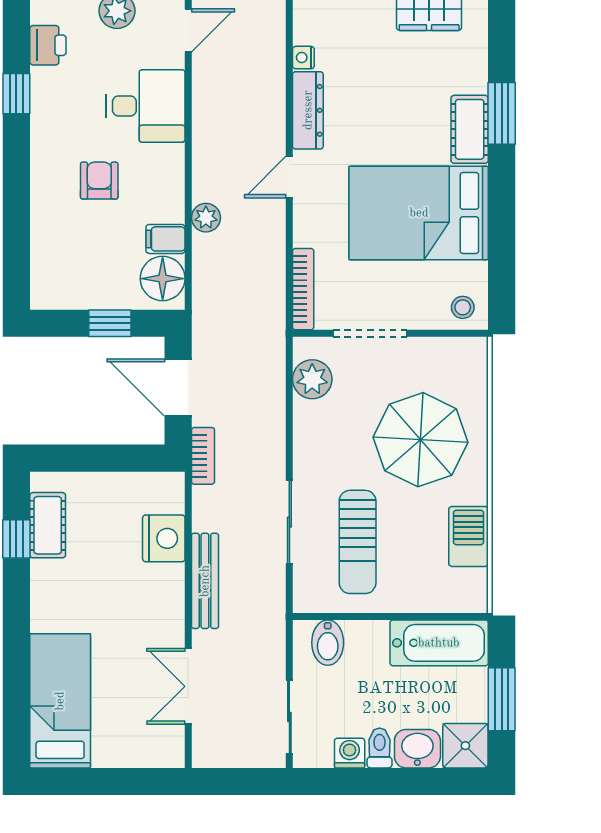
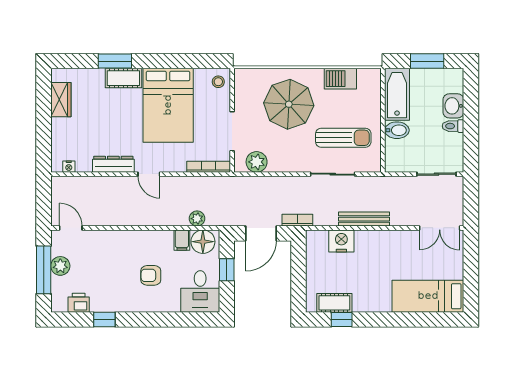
nightstand: (303, 58) -> (69, 167), moved
desk: (146, 106) -> (200, 291), moved, turned 180
plant: (206, 218) -> (197, 219), moved
bidet: (328, 643) -> (397, 130), moved
double door: (188, 686) -> (440, 228), moved
shower: (465, 746) -> (452, 80), removed
washing machine: (350, 753) -> (456, 142), removed

